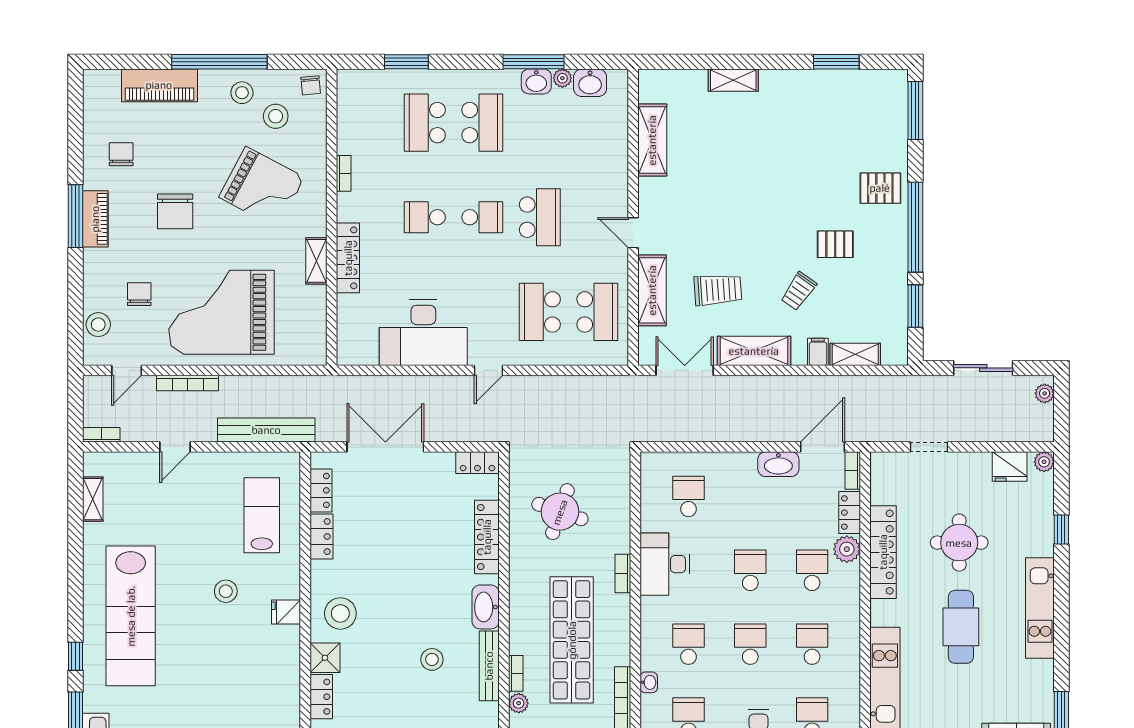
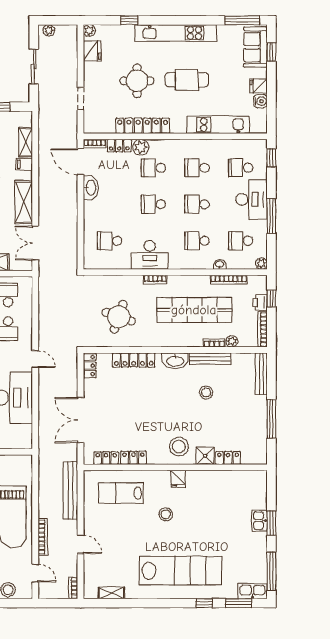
kitchen unit: (1040, 608) -> (176, 33), width x1.36

